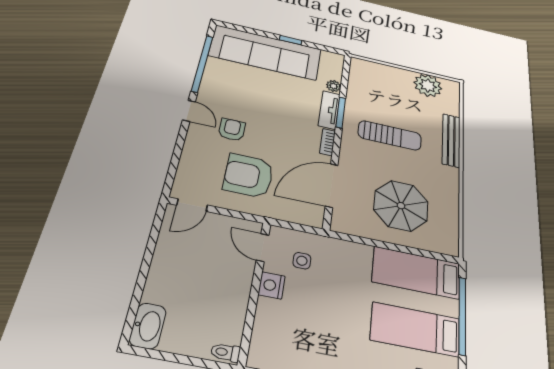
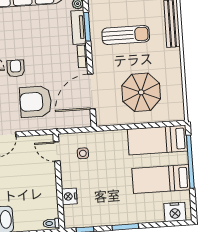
nightstand: (272, 285) -> (69, 196), moved

